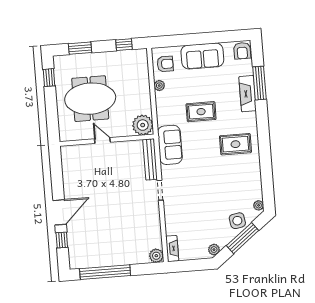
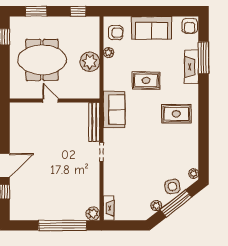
plant: (143, 125) -> (90, 62), moved
plant: (214, 250) -> (156, 206), moved
window: (105, 272) -> (62, 225), moved

